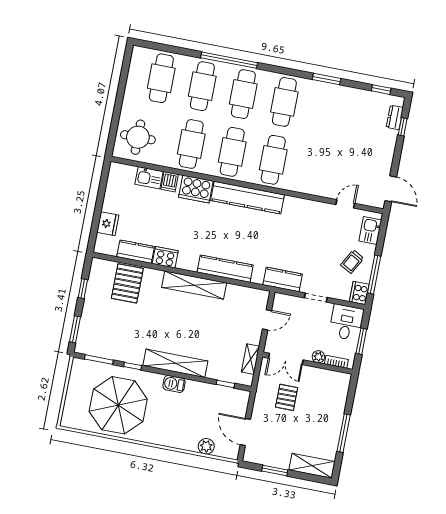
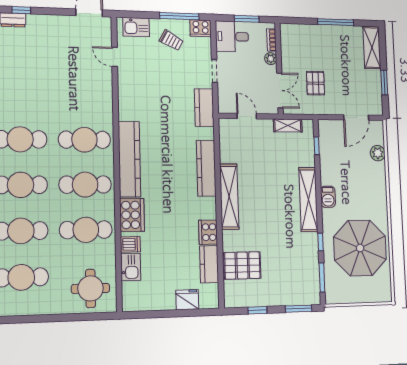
pallet: (287, 397) -> (316, 83), turned 90

